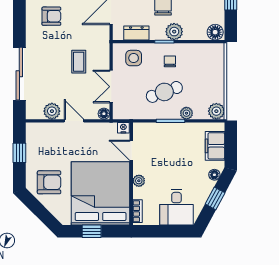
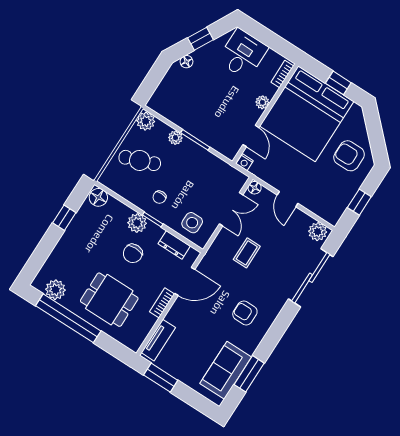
cafe table: (164, 92) -> (140, 160), moved
plant: (52, 111) -> (318, 232), moved
filing cabinet: (215, 146) -> (168, 89), removed

